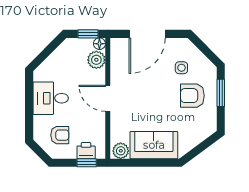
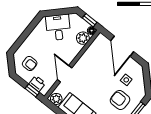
door: (147, 34) -> (122, 46), hinge flipped
desk: (51, 98) -> (58, 27), moved, turned 45
door: (108, 98) -> (65, 74), moved

